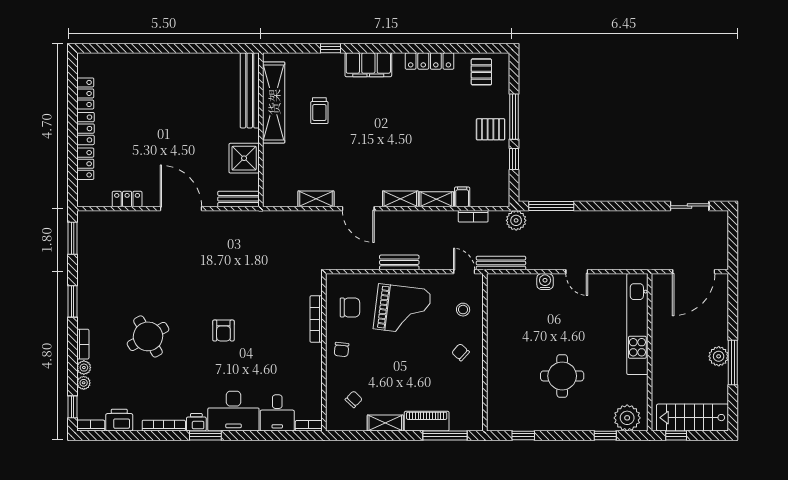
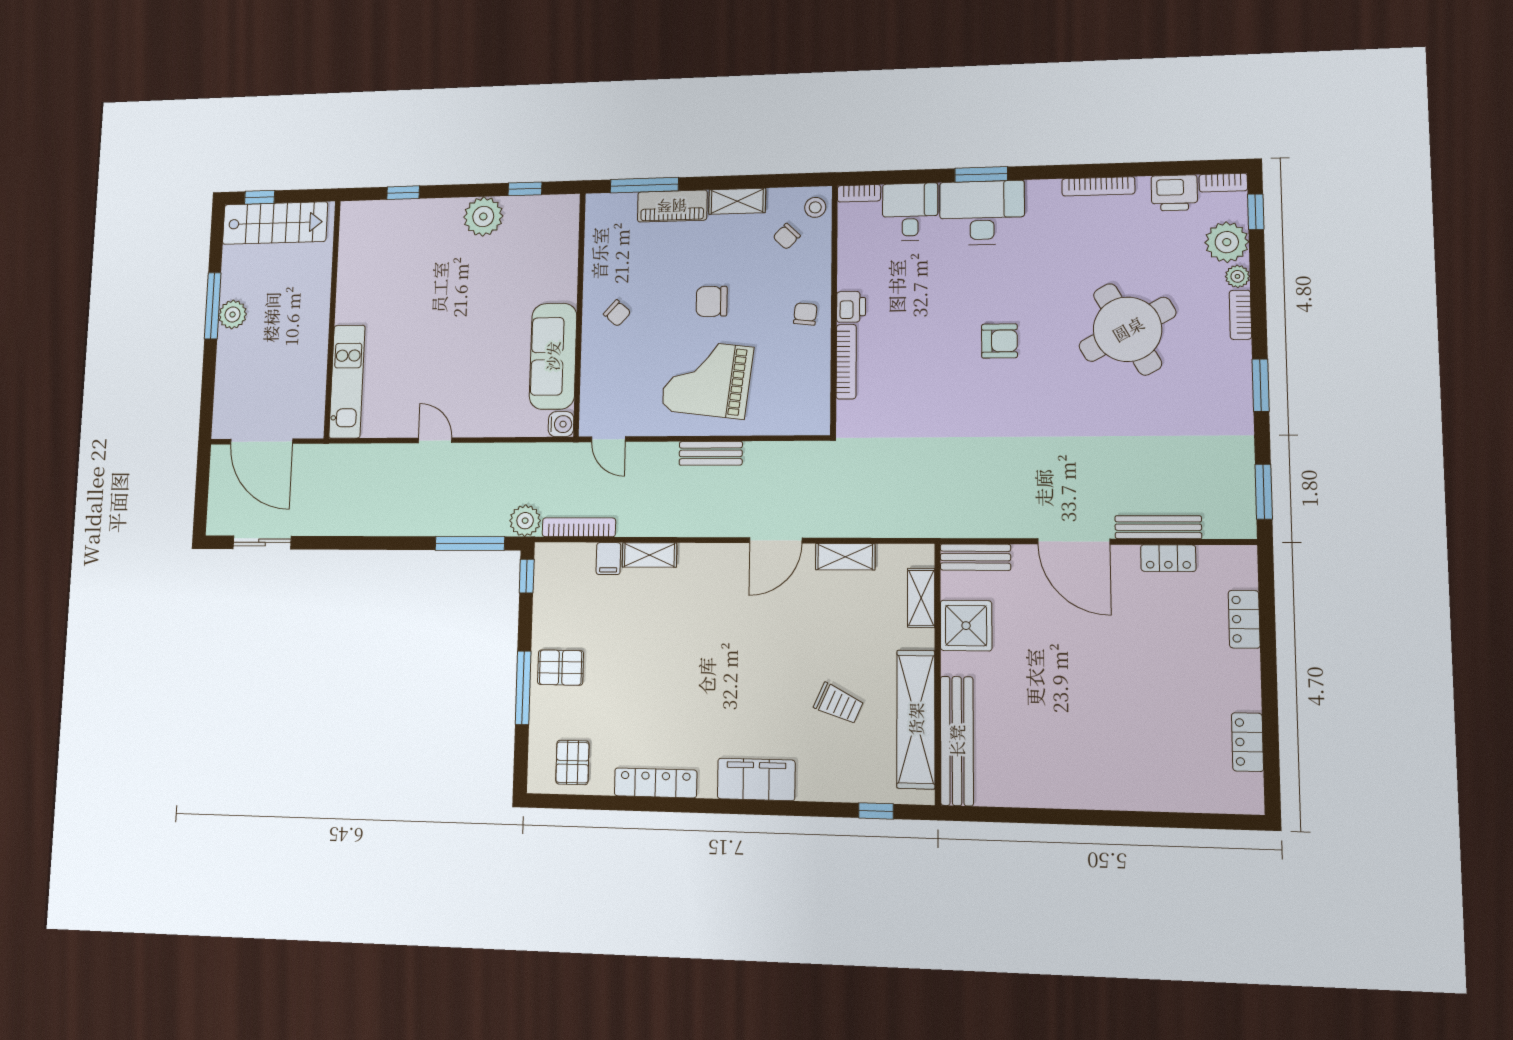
window: (330, 48) -> (876, 811), moved
trolley: (319, 111) -> (839, 704), turned 114
locker: (85, 129) -> (1245, 680), removed
window: (514, 159) -> (527, 576), moved
shelving: (400, 199) -> (921, 598), moved, turned 90
door: (358, 209) -> (776, 540), swing flipped
bookcase: (473, 216) -> (579, 527), width x1.56
bench: (501, 263) -> (1158, 527), moved
door: (694, 272) -> (262, 441), swing flipped
water cooler: (545, 281) -> (561, 424), moved, turned -90
chair: (350, 307) -> (712, 301), moved
stool: (463, 310) -> (815, 207), moved
kitchen unit: (637, 324) -> (347, 381), width x0.73
sofa: (501, 325) -> (553, 356), added
armchair: (223, 331) -> (999, 341), turned 90
round table: (148, 336) -> (1128, 329), width x1.36, depth x1.36
round table: (562, 376) -> (463, 280), removed
plant: (84, 383) -> (1227, 242), width x1.88, depth x1.88
plant: (627, 418) -> (483, 216), moved
printer: (196, 422) -> (851, 307), moved, turned -90
window: (205, 435) -> (981, 174), moved
window: (676, 435) -> (260, 197), moved

